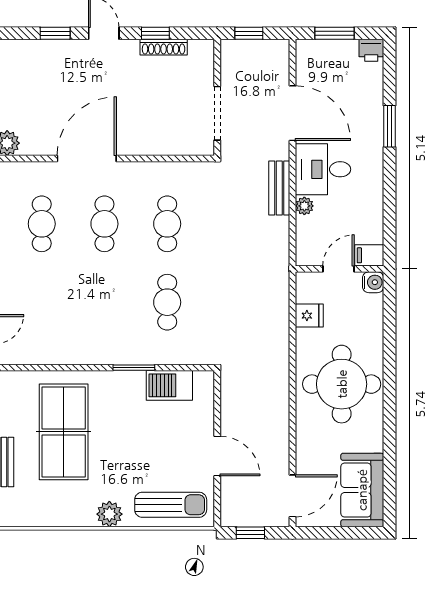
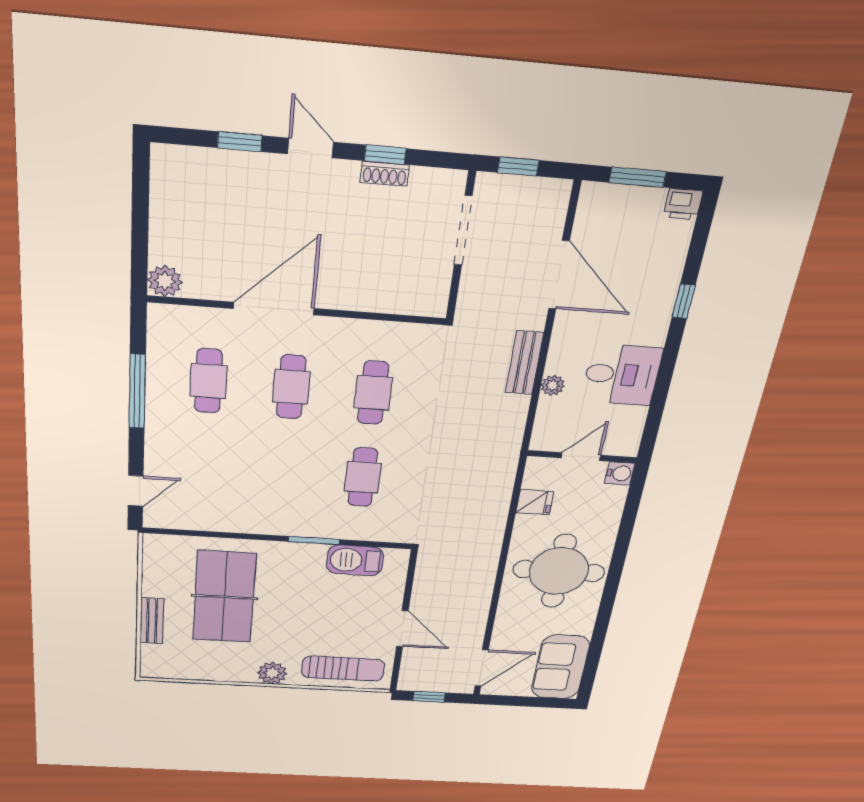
shoe rack: (164, 47) -> (385, 174), width x0.70
doorway: (217, 113) -> (463, 231), moved
window: (390, 126) -> (684, 301), width x0.67
desk: (323, 169) -> (622, 375), moved, turned 180
filing cabinet: (369, 255) -> (622, 445), removed

